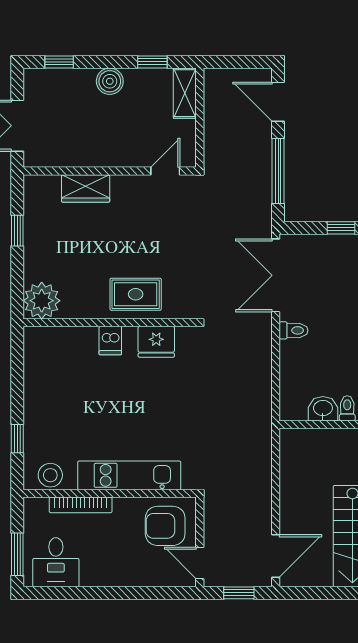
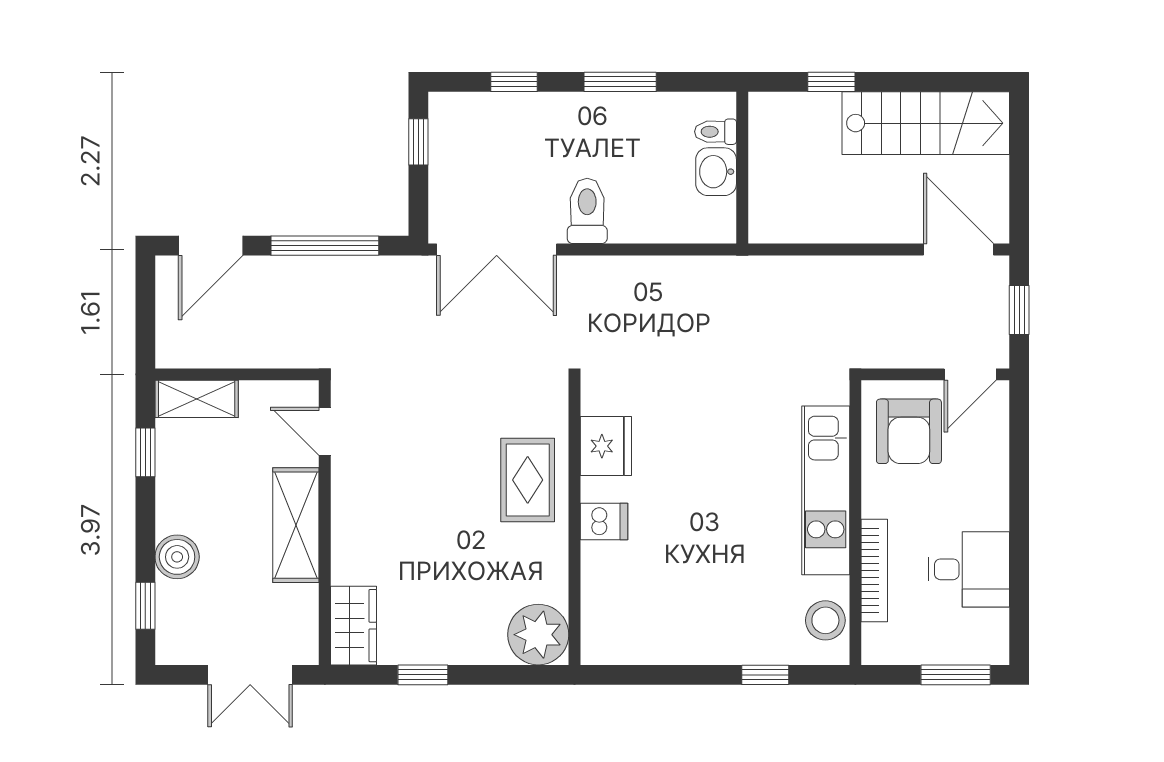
boiler: (110, 81) -> (177, 557), moved
shelving: (108, 153) -> (296, 525), added
wardrobe: (86, 188) -> (354, 626), moved
toilet: (294, 330) -> (587, 211), width x1.37, depth x1.39
desk: (56, 562) -> (969, 569), moved

